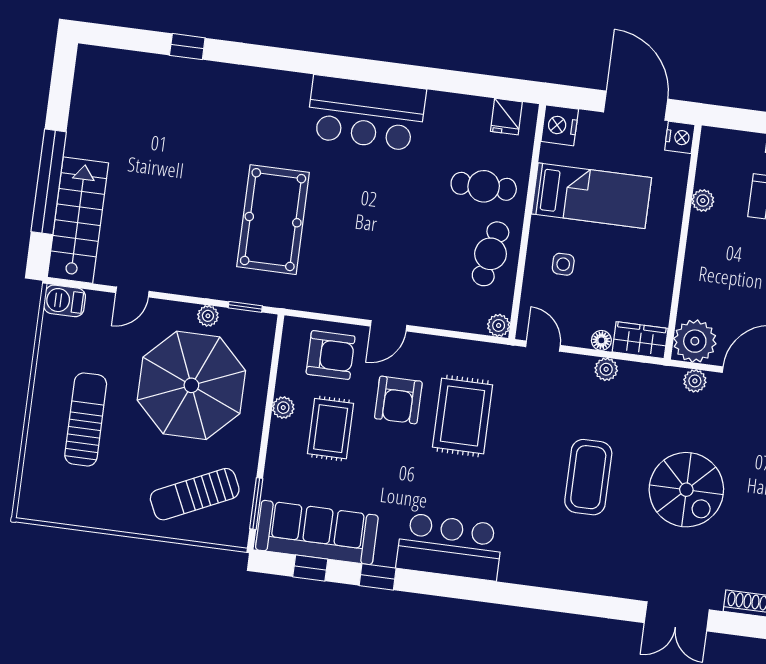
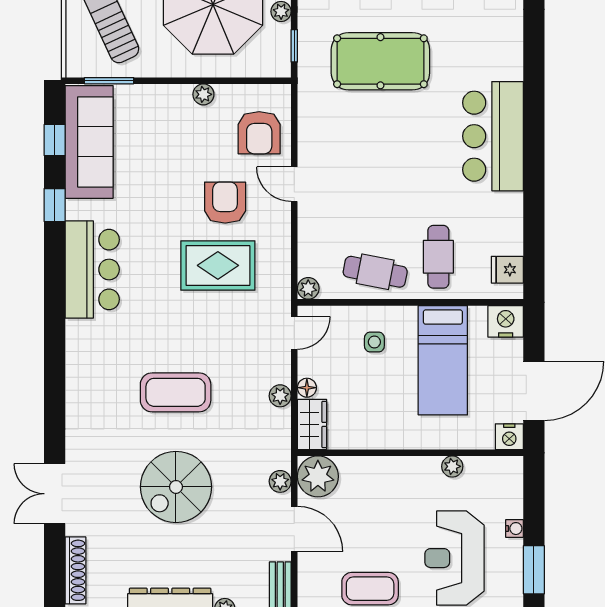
armchair: (398, 400) -> (225, 203), turned 90
rug: (331, 429) -> (189, 142), removed

